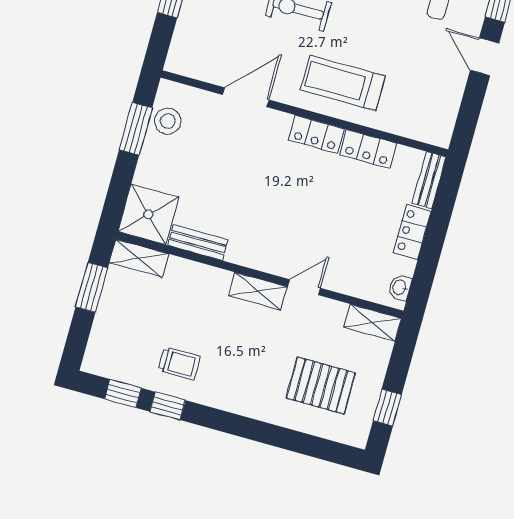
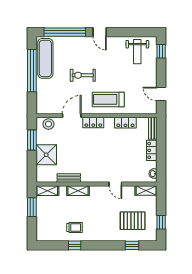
door: (485, 57) -> (161, 94), moved
stool: (168, 121) -> (48, 124), moved
locker: (316, 134) -> (93, 122), moved
shower: (148, 214) -> (46, 155), moved
door: (304, 287) -> (115, 184), swing flipped
shelving: (258, 291) -> (78, 191), moved
window: (123, 393) -> (132, 245), moved

